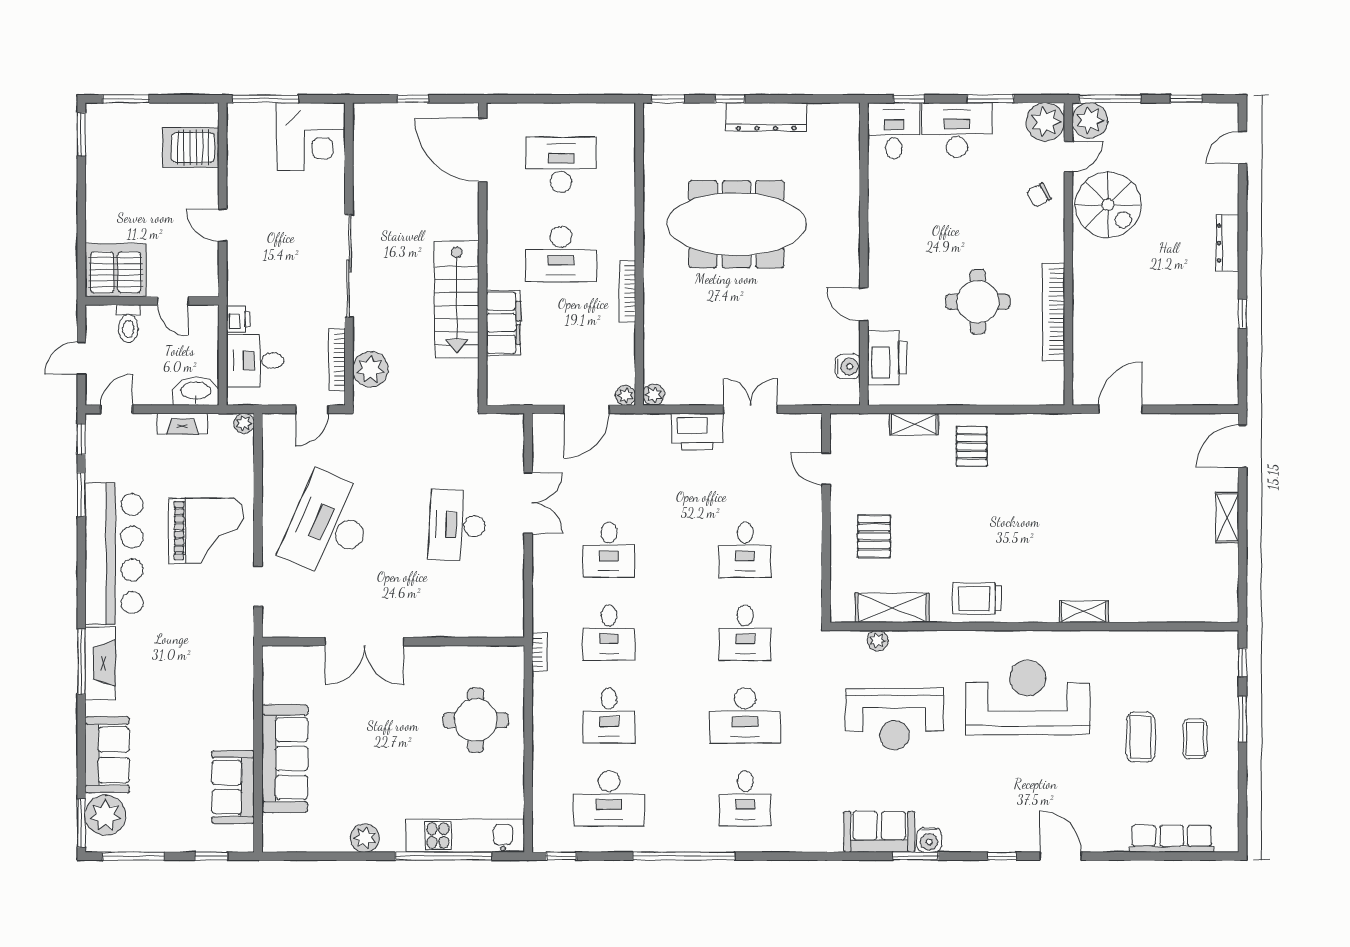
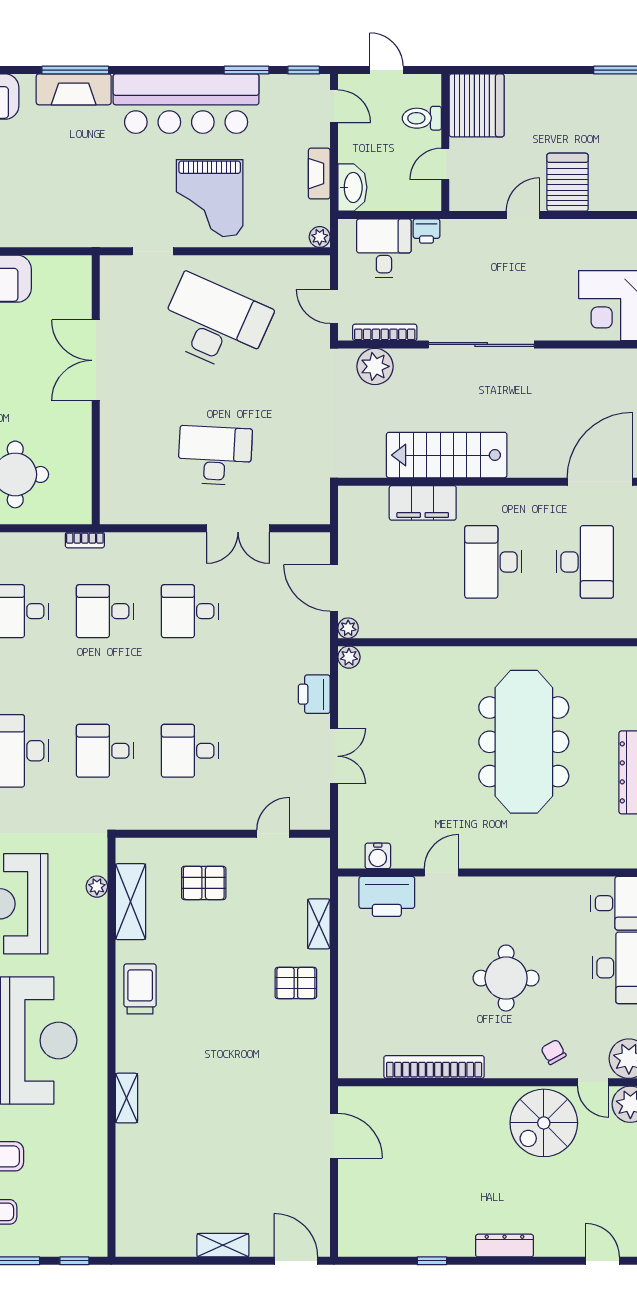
server rack: (191, 147) -> (567, 182), moved
bookcase: (628, 291) -> (455, 630), removed
round table: (978, 302) -> (506, 978), moved
printer: (697, 432) -> (314, 694), width x0.73, depth x0.84

